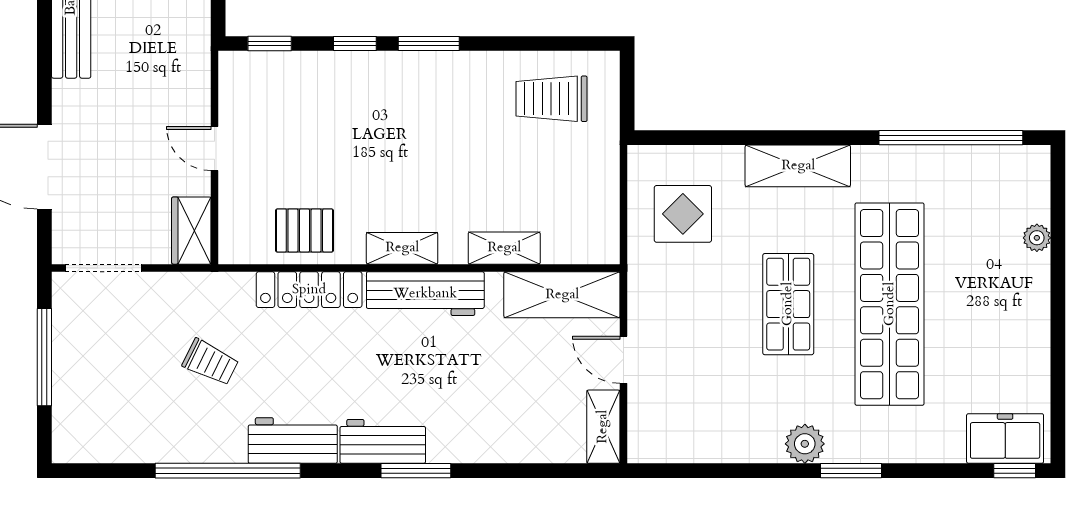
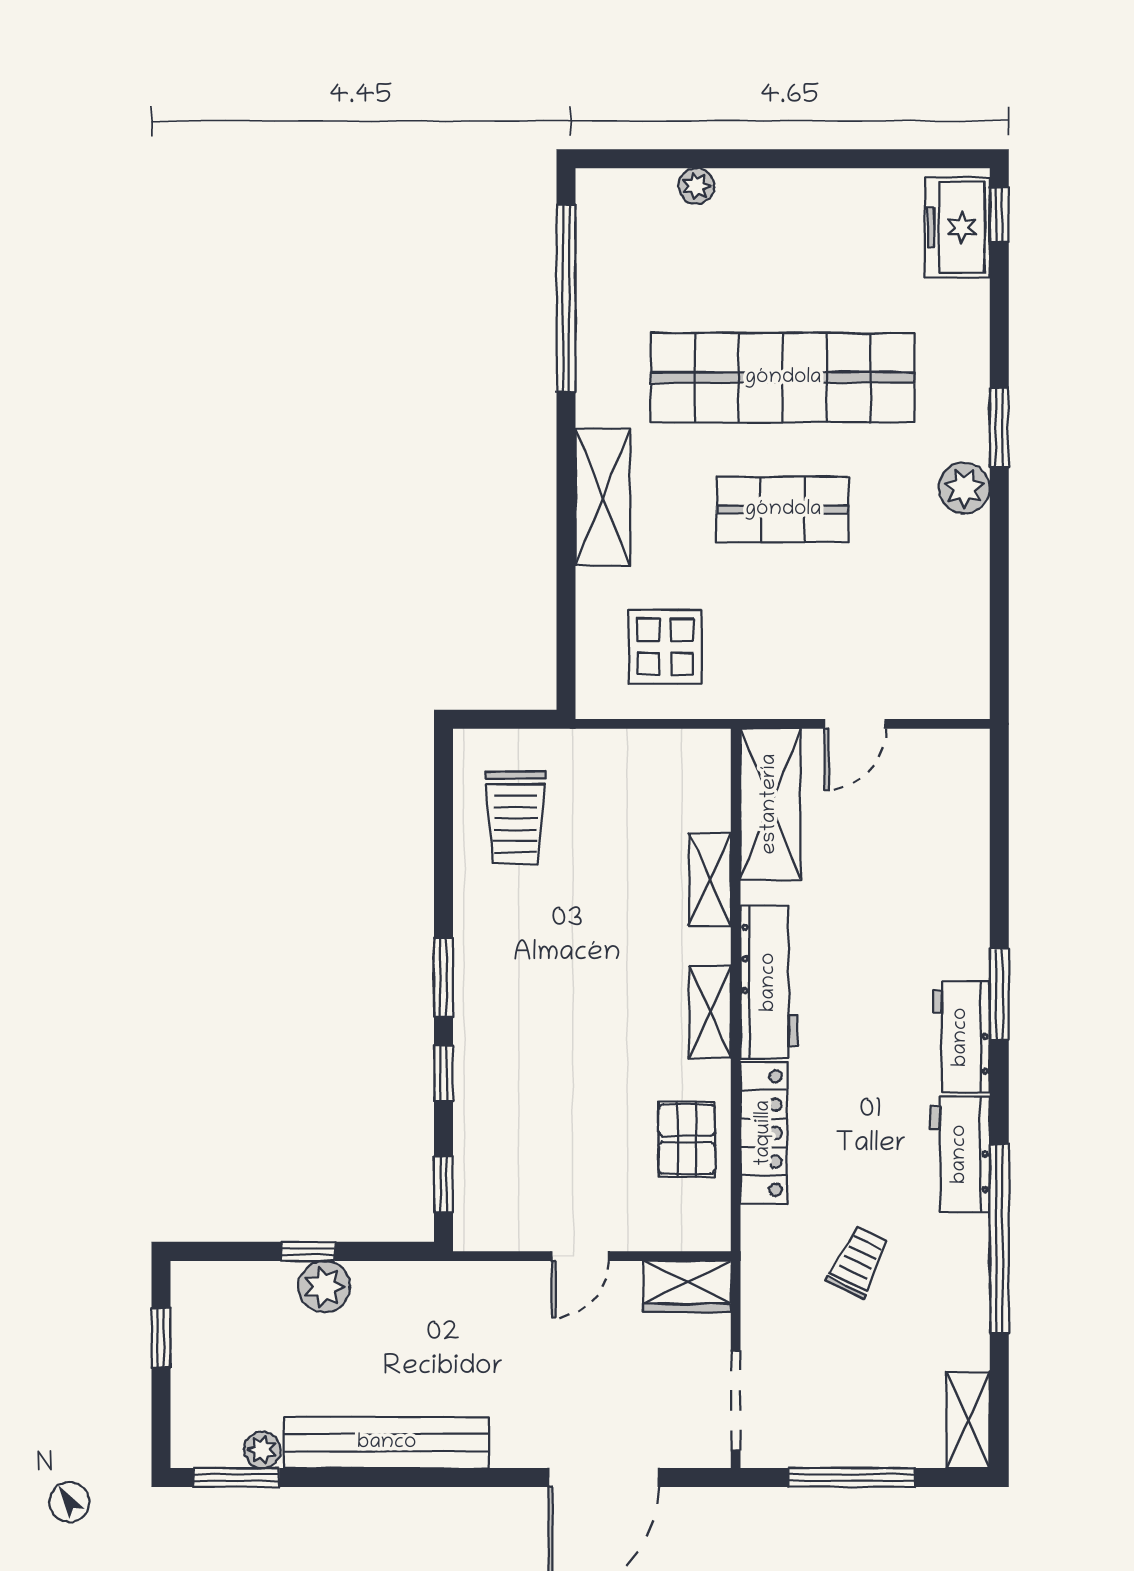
shelving: (603, 427) -> (968, 1420), moved, turned 90

